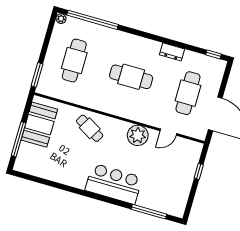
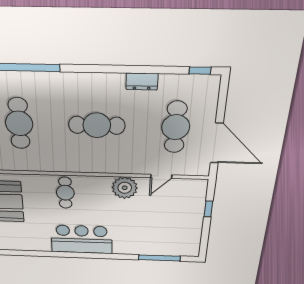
cafe table: (90, 128) -> (65, 193), turned 60
bar counter: (114, 184) -> (82, 239), moved

